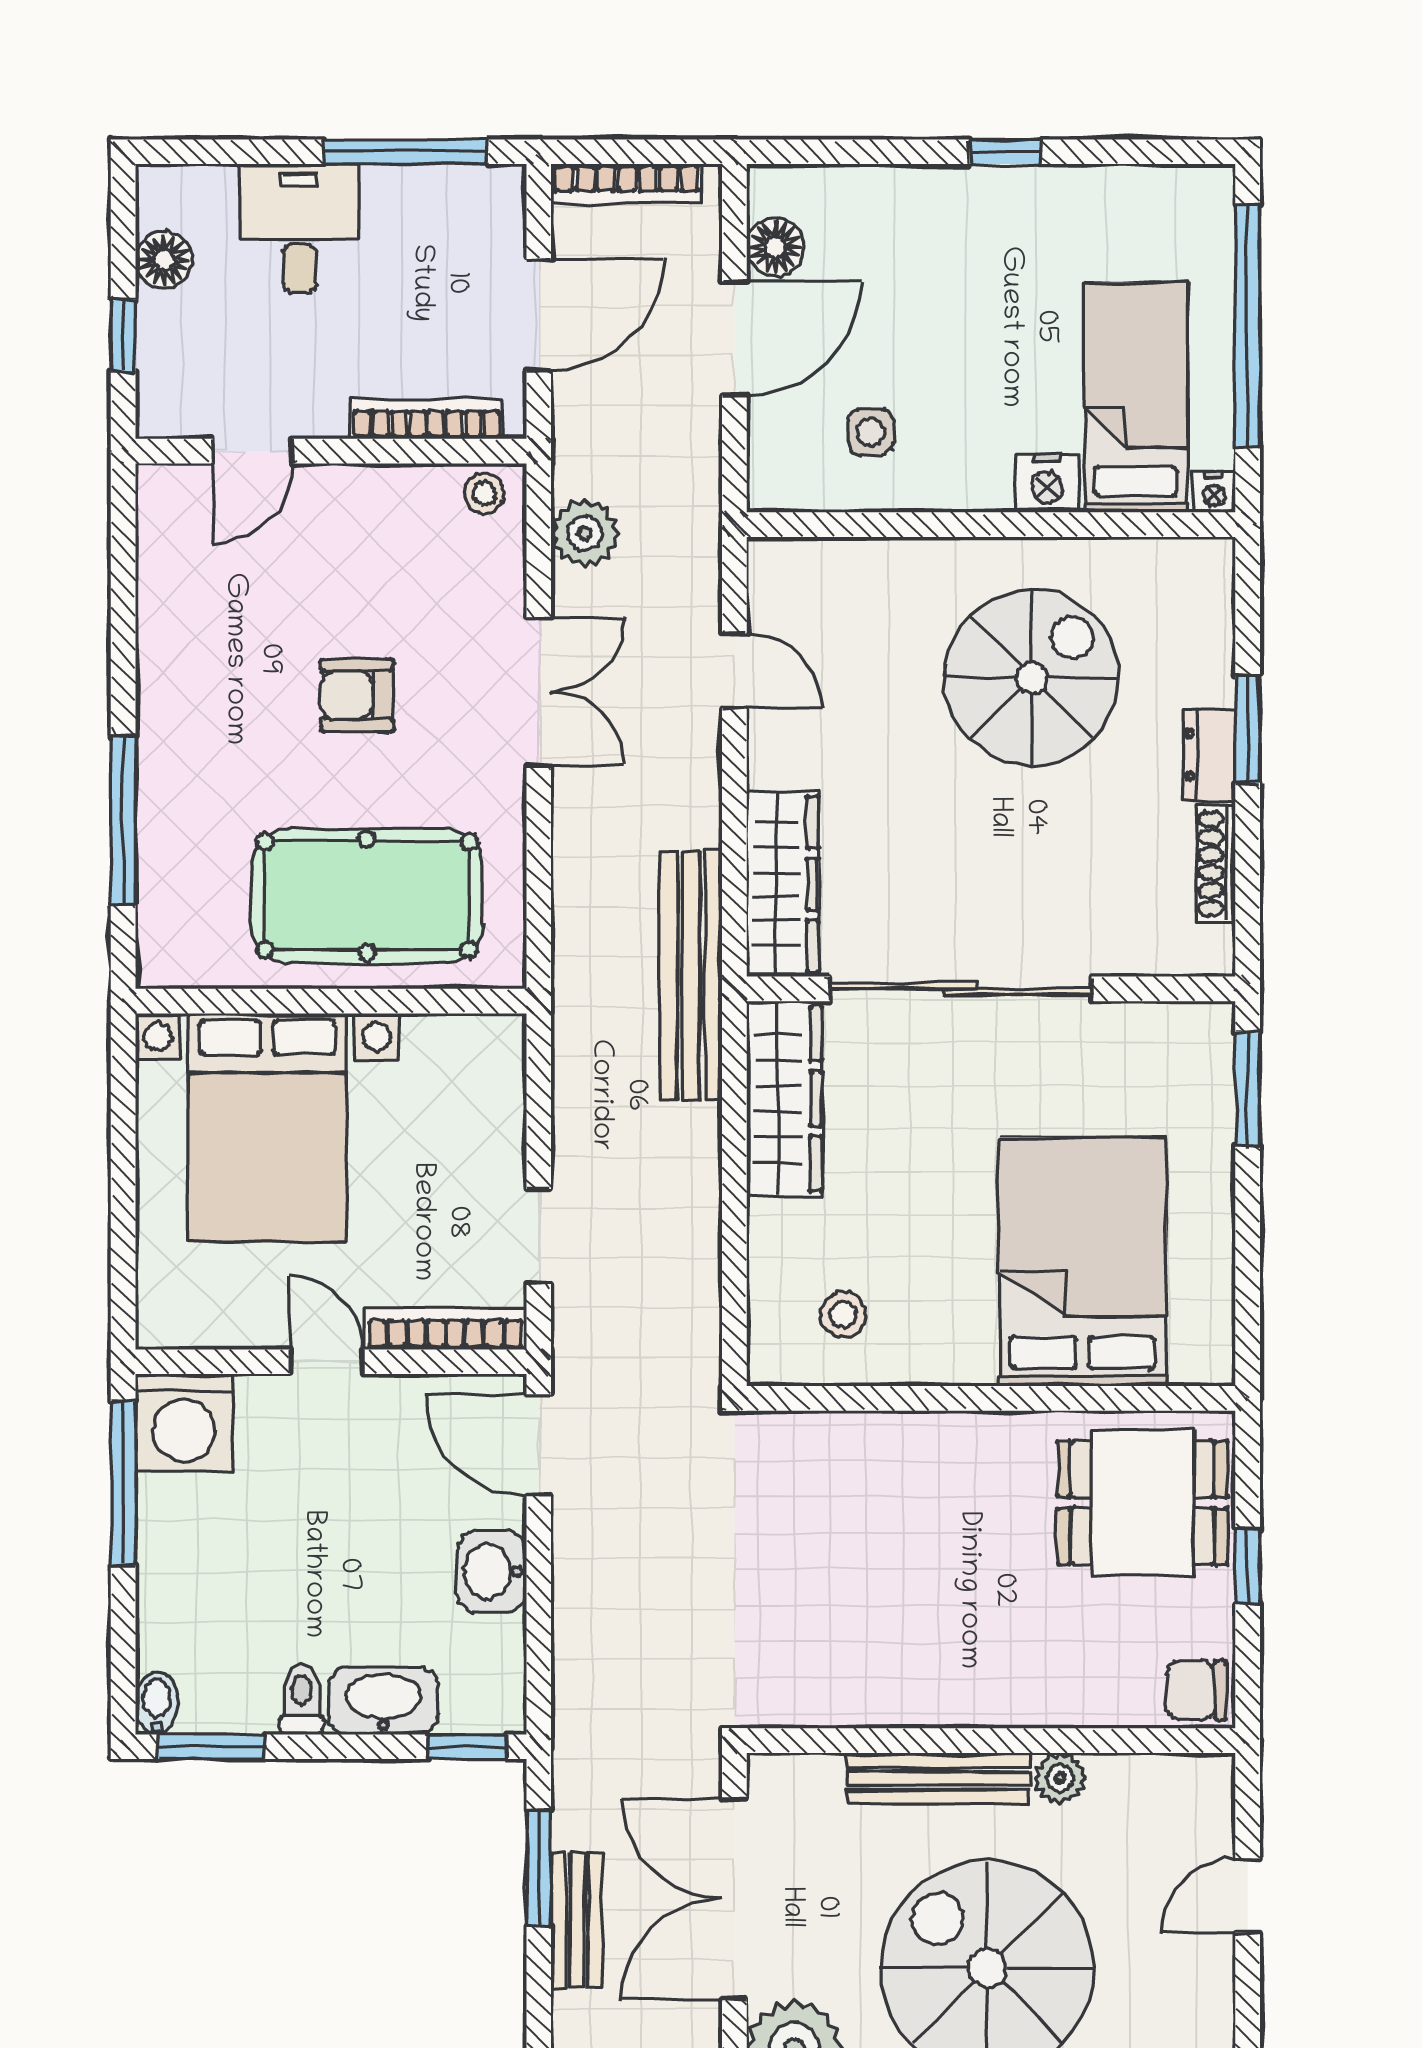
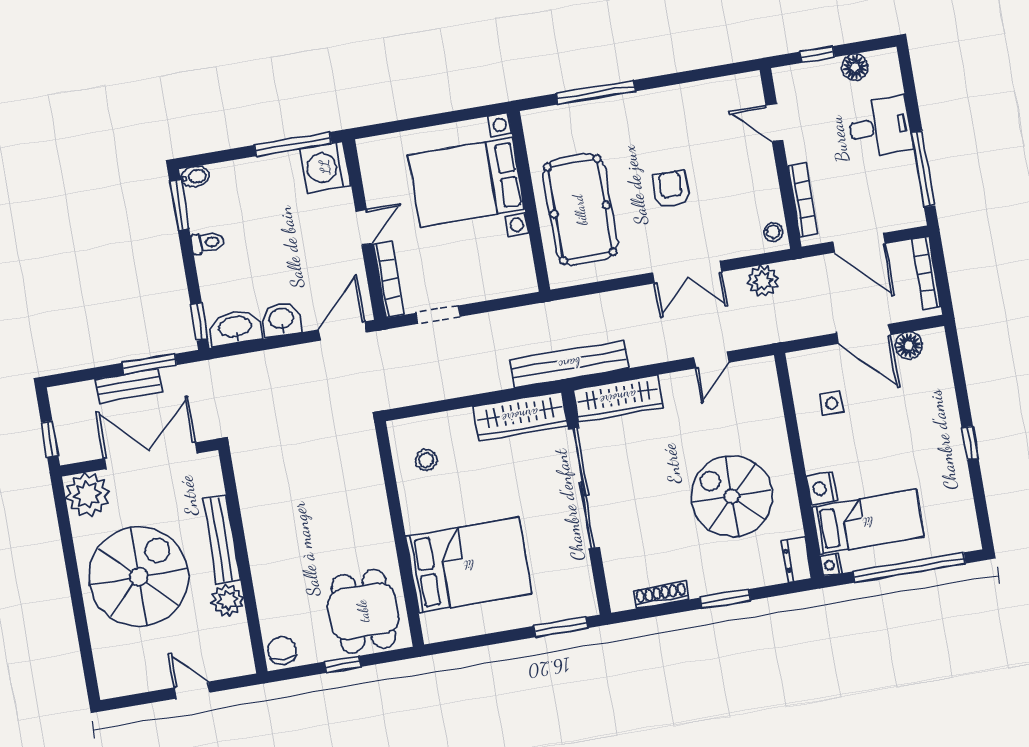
spiral stairs: (1032, 678) -> (732, 496), turned 180
dresser: (1210, 755) -> (797, 559), moved, turned -90
washbasin: (383, 1701) -> (235, 328), moved, turned -90
plant: (1060, 1778) -> (228, 600), width x1.38, depth x1.38

